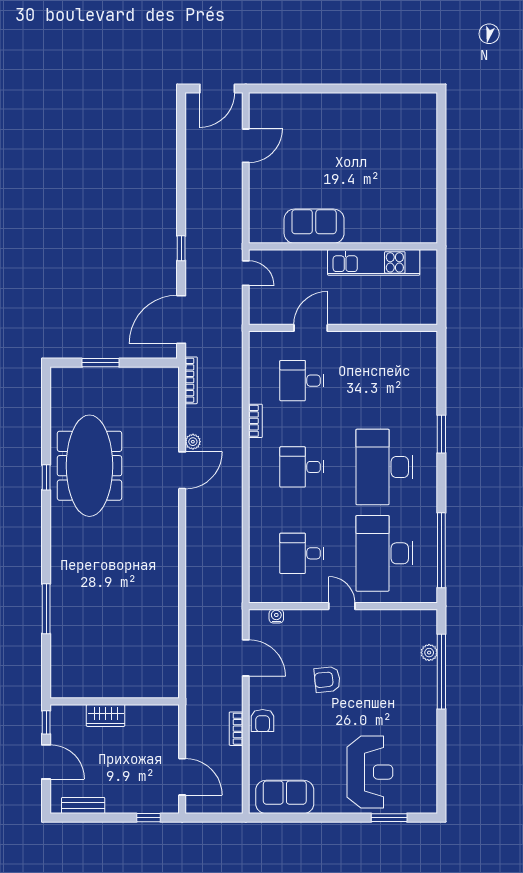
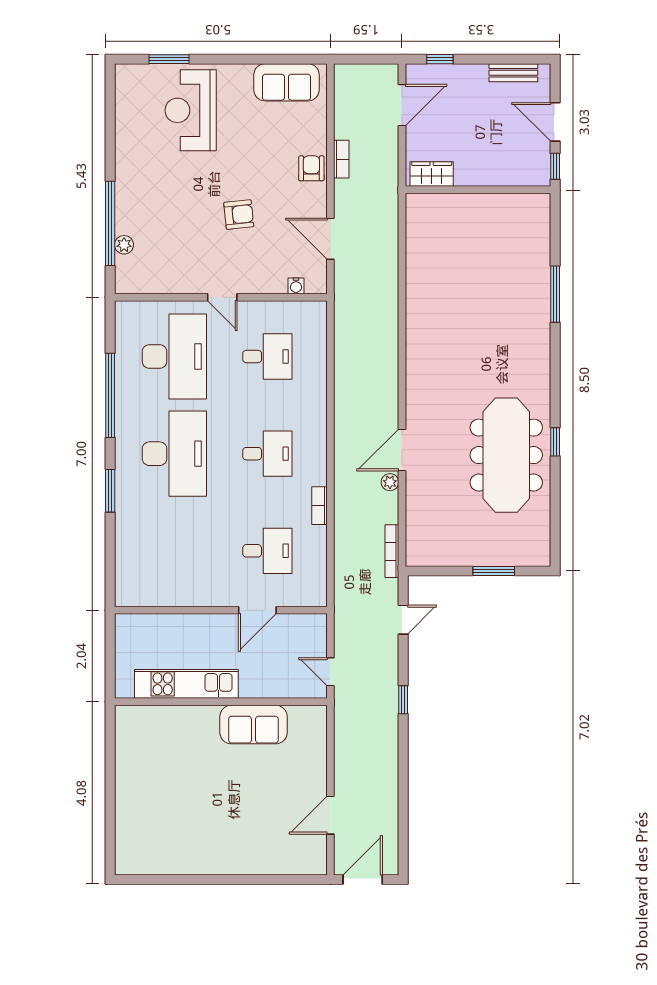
door: (181, 319) -> (403, 620), width x0.53
window: (441, 550) -> (110, 395), moved
wardrobe: (106, 715) -> (432, 174), moved
door: (182, 777) -> (402, 105), swing flipped

